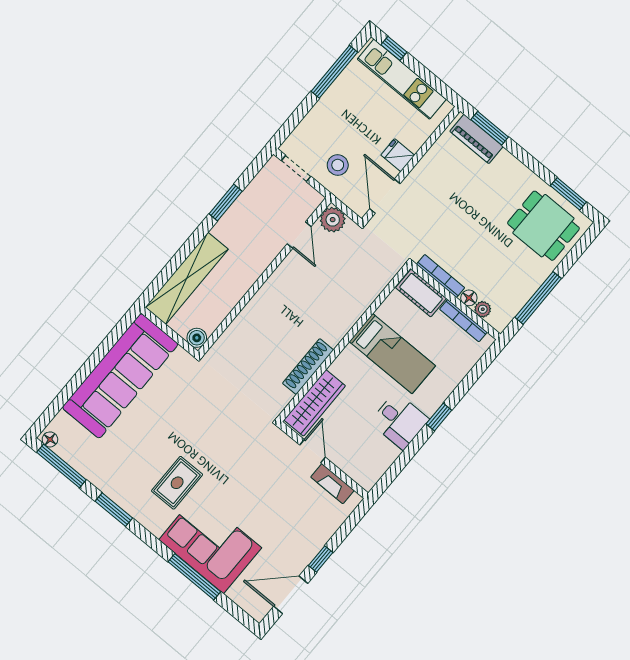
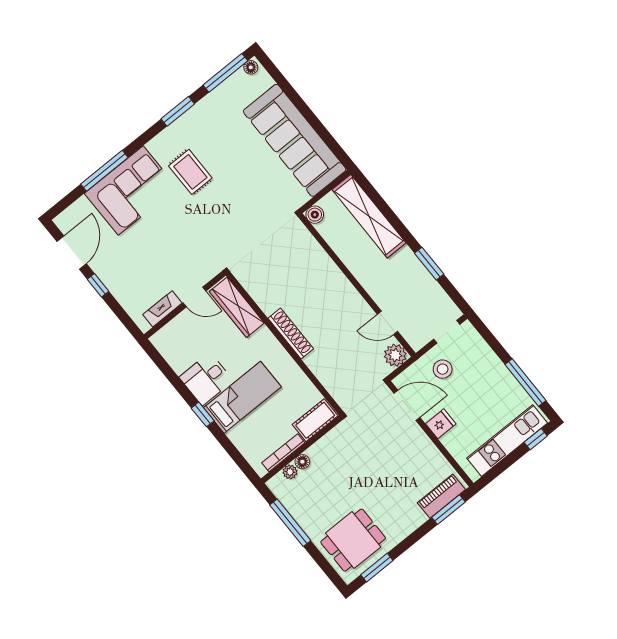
bookcase: (441, 276) -> (327, 440), removed
bed: (392, 354) -> (242, 397), moved, turned 180
shoe rack: (308, 367) -> (291, 333), moved

